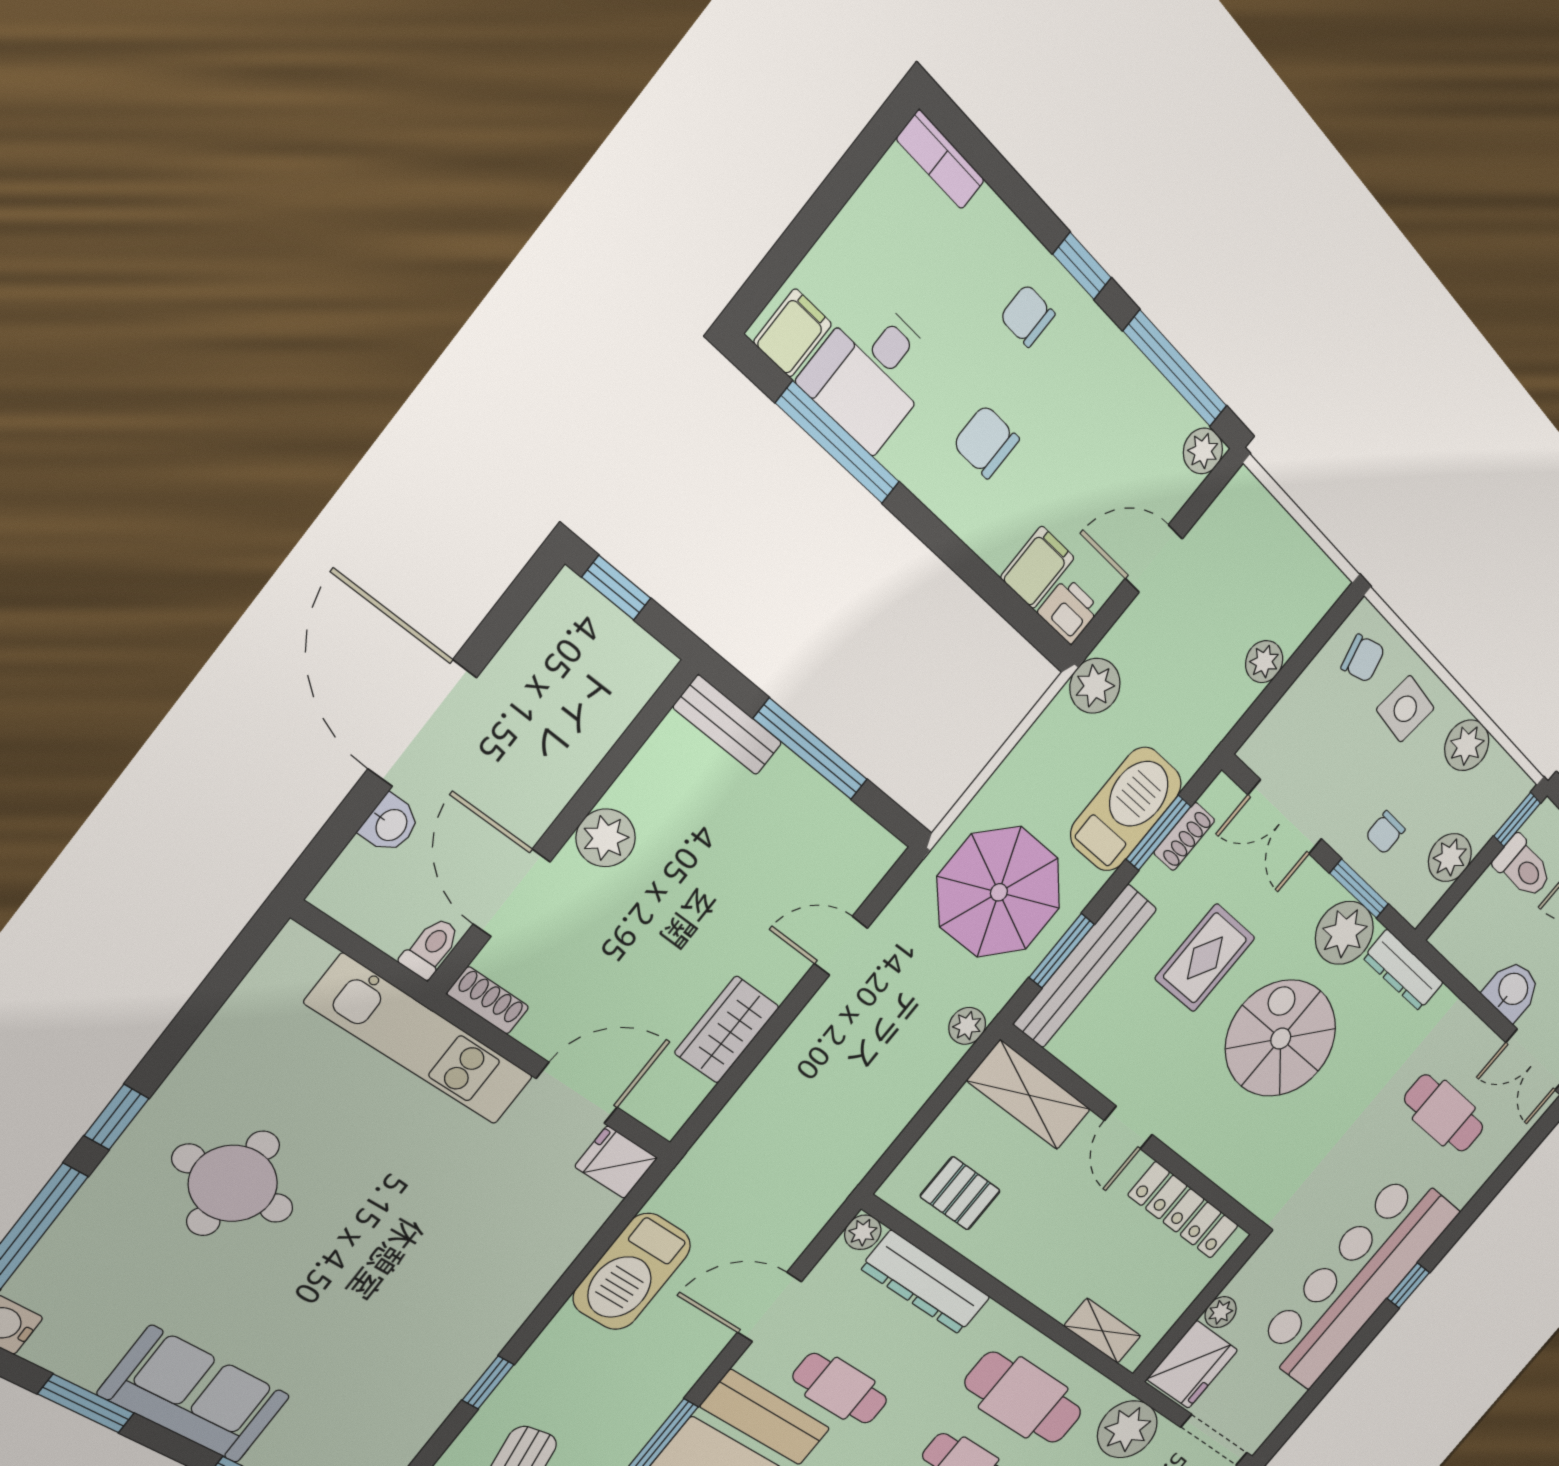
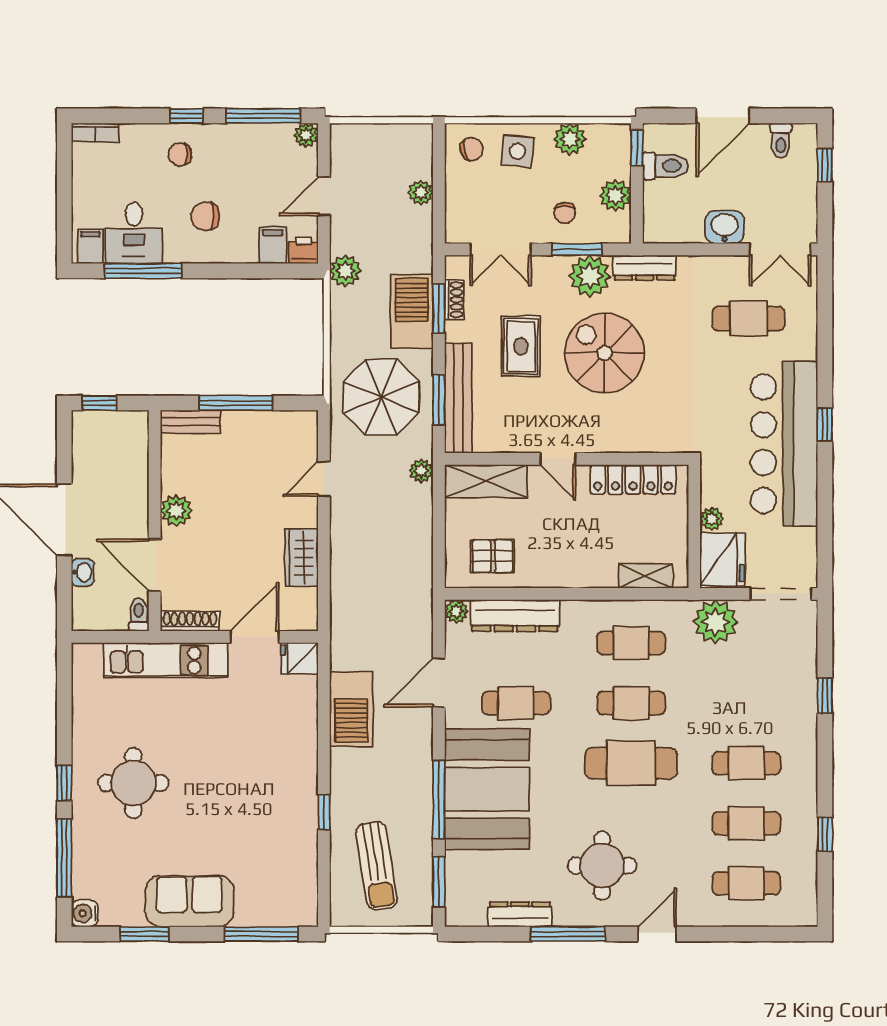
shoe rack: (488, 1000) -> (190, 621), width x1.43
cafe table: (1023, 1398) -> (631, 643), width x0.73, depth x0.74

